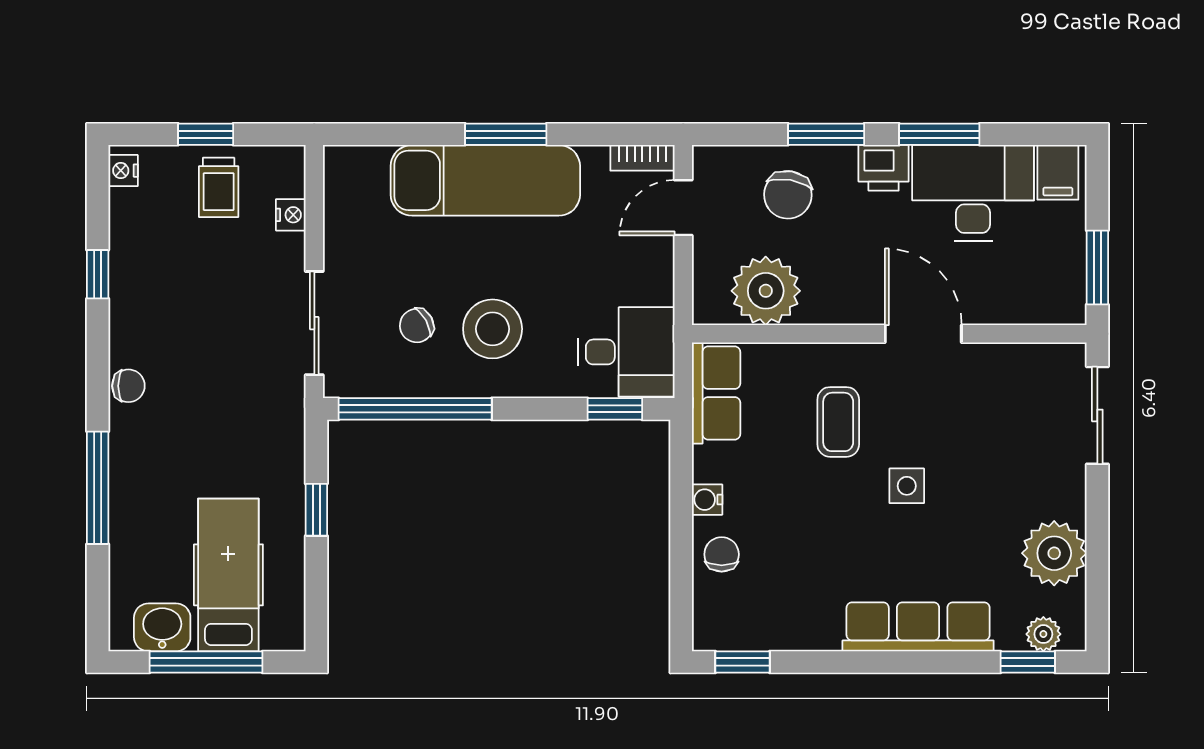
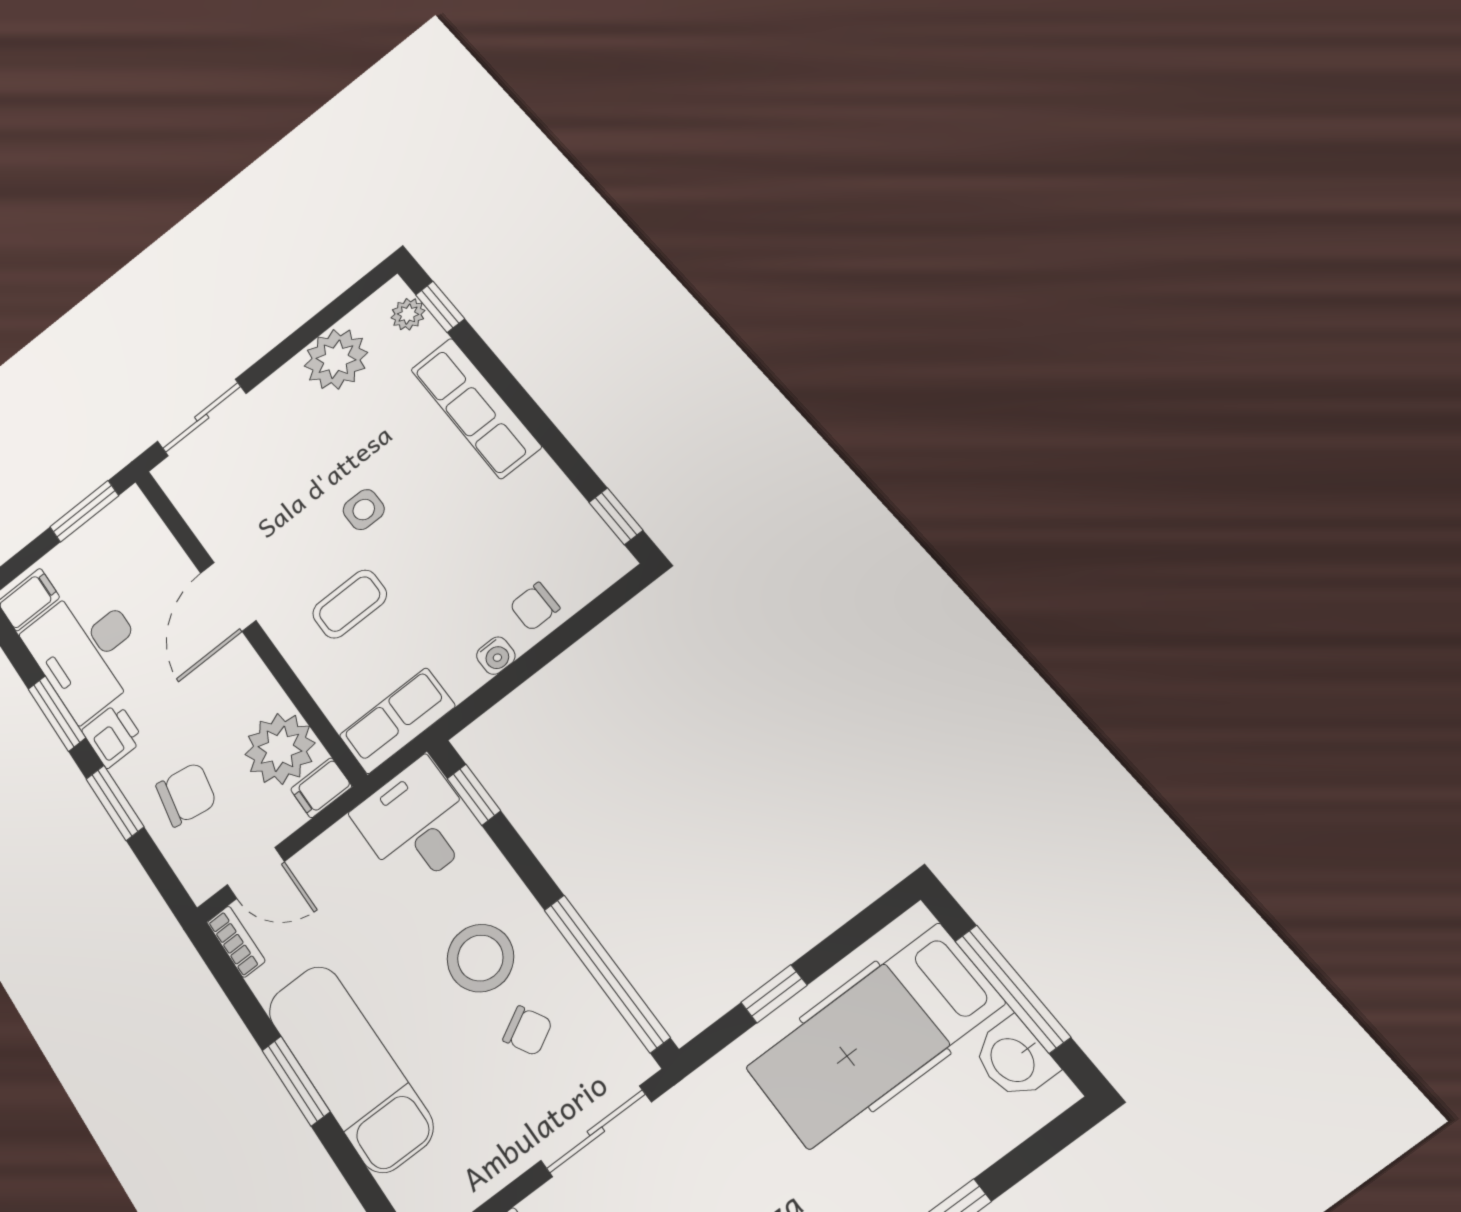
filing cabinet: (710, 301) -> (321, 788), added
hospital bed: (228, 575) -> (874, 1036), width x1.37, depth x1.29

